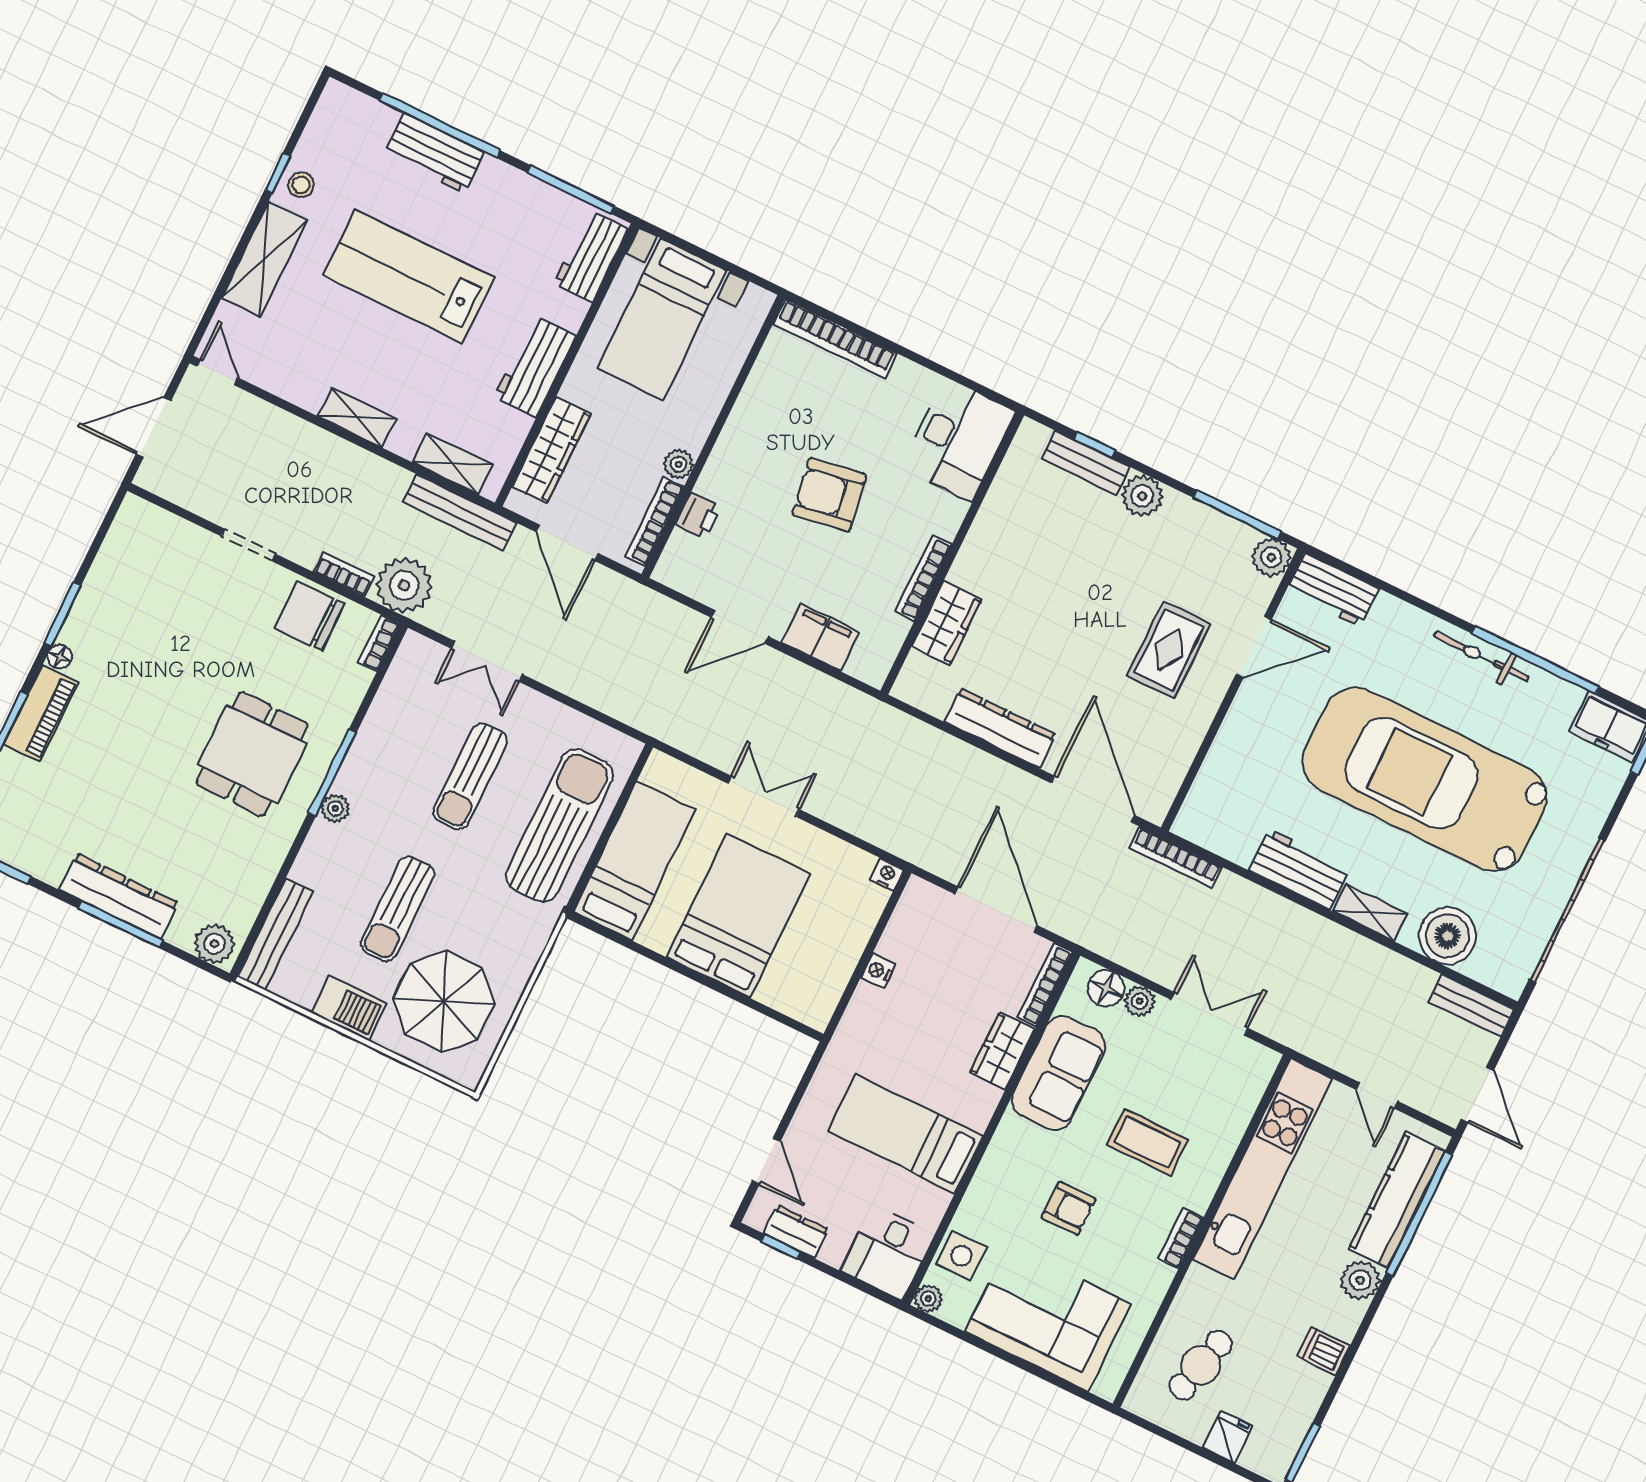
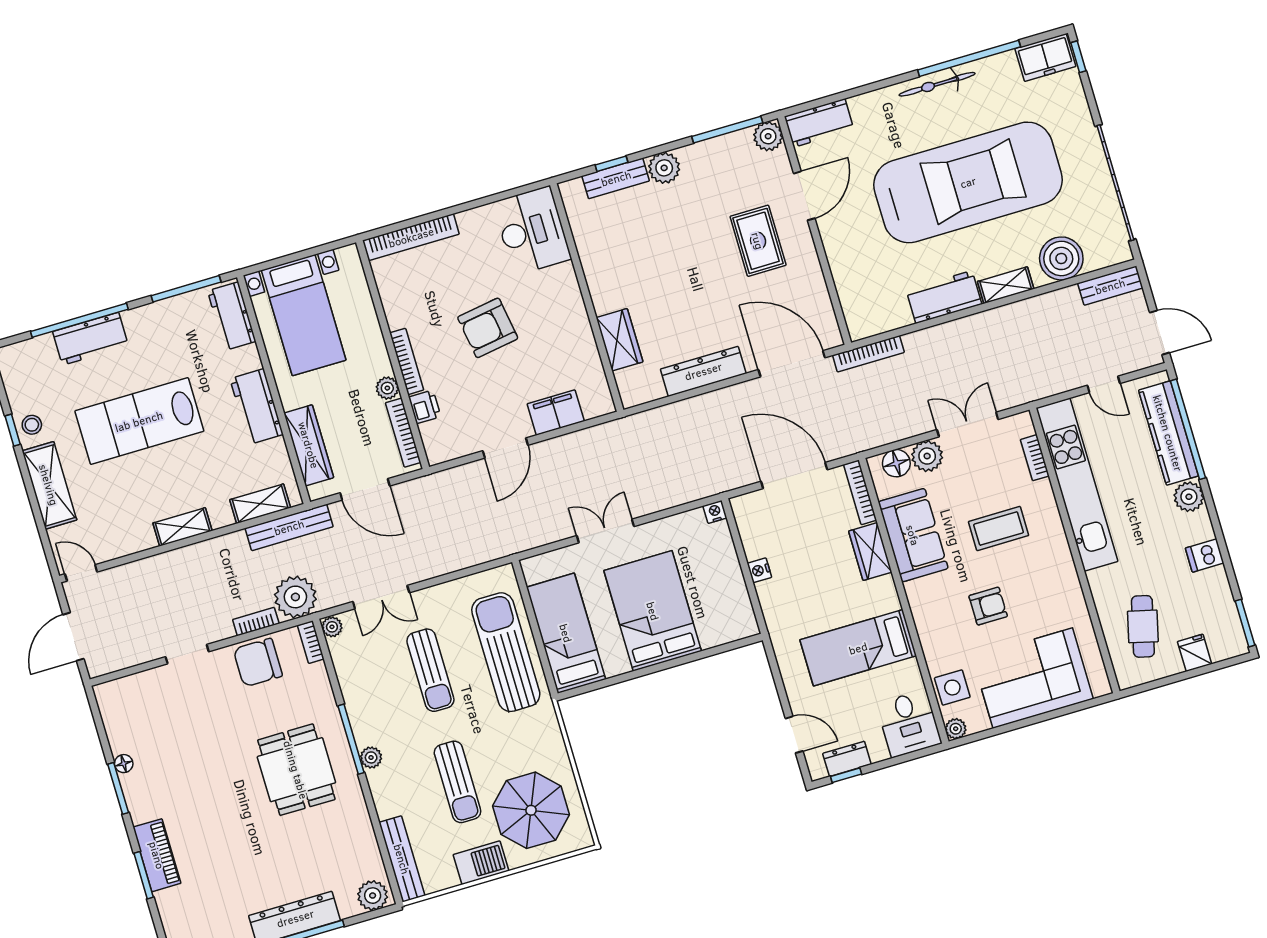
bookcase: (923, 578) -> (407, 361), moved, turned 180
plant: (413, 647) -> (332, 627), added
floor lamp: (60, 657) -> (124, 764), moved
car: (1424, 779) -> (968, 182), turned 180
plant: (1140, 1001) -> (927, 456), width x1.38, depth x1.38
bookcase: (1181, 1238) -> (1035, 458), moved

